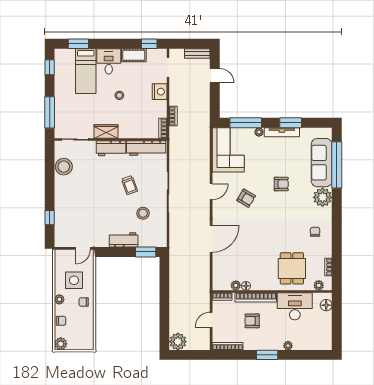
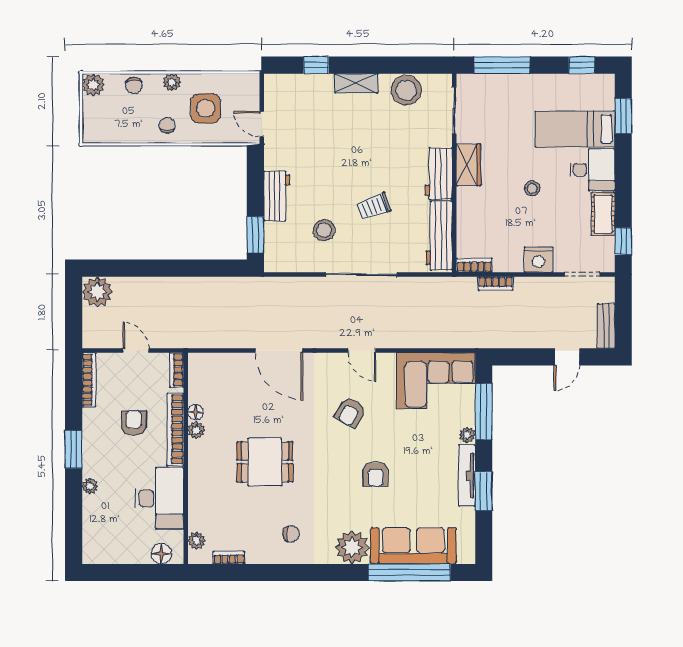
shelving: (60, 195) -> (356, 83), added
dining table: (292, 268) -> (265, 462), moved
plant: (236, 285) -> (196, 430), moved

